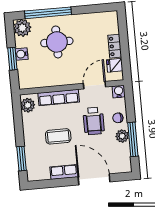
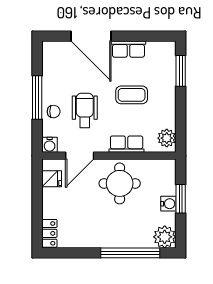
round table: (57, 42) -> (120, 183), moved
locker: (115, 46) -> (49, 233), moved
row of seats: (59, 98) -> (127, 144), width x0.68
plant: (122, 136) -> (50, 88), removed
window: (133, 139) -> (37, 98), moved

